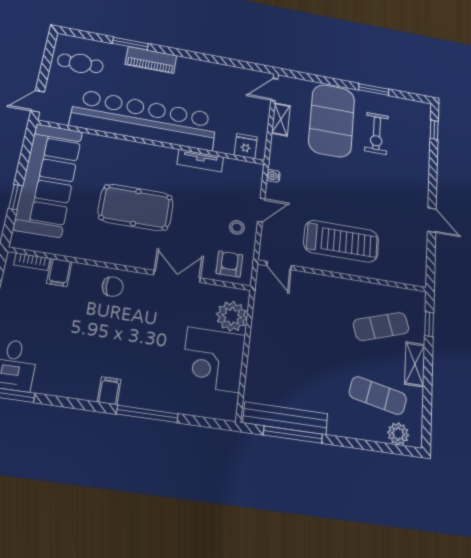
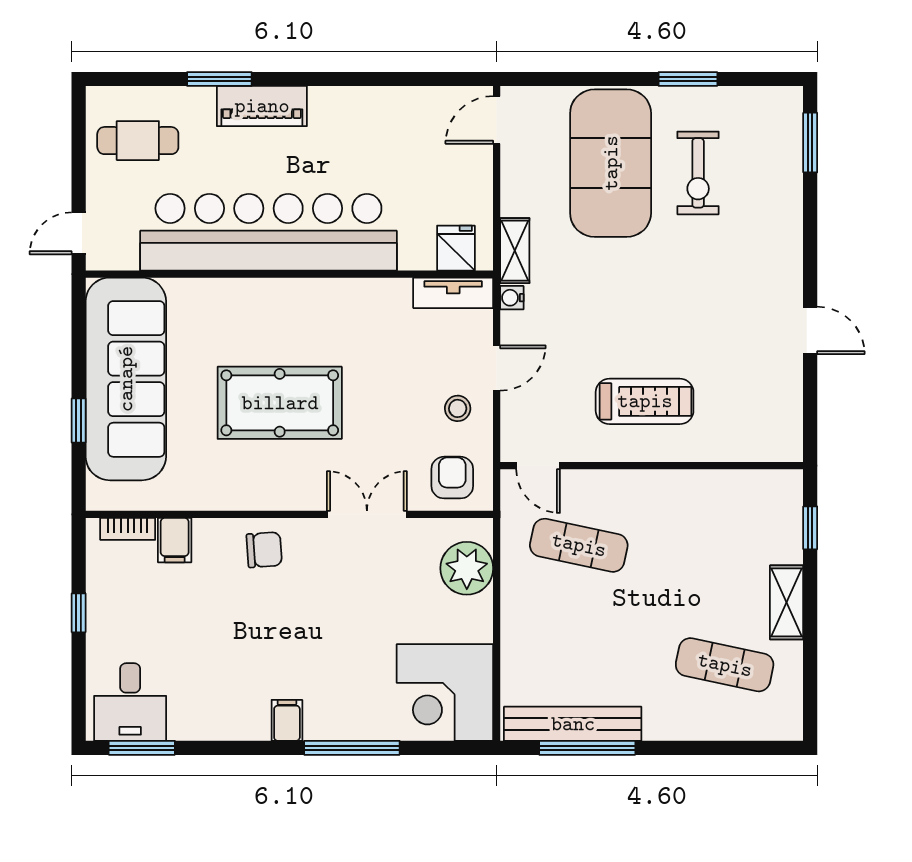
shelving: (281, 119) -> (515, 251), moved
window: (434, 130) -> (810, 143), width x1.50
tv unit: (200, 161) -> (453, 293), moved
treadmill: (341, 241) -> (645, 401), width x0.73, depth x0.73
exercise mat: (381, 326) -> (579, 545), moved, turned 30
corner desk: (213, 359) -> (445, 693), moved
plant: (398, 434) -> (762, 723), removed

